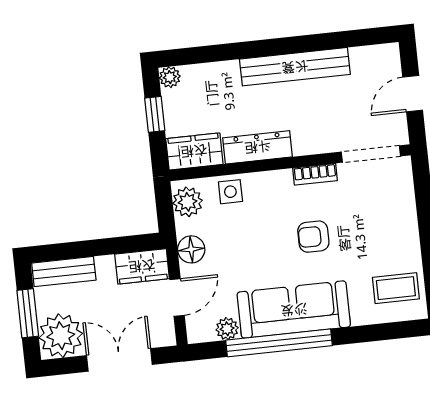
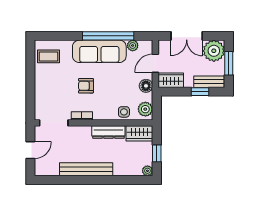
armchair: (313, 237) -> (86, 86), turned 180
window: (80, 249) -> (200, 92), added

